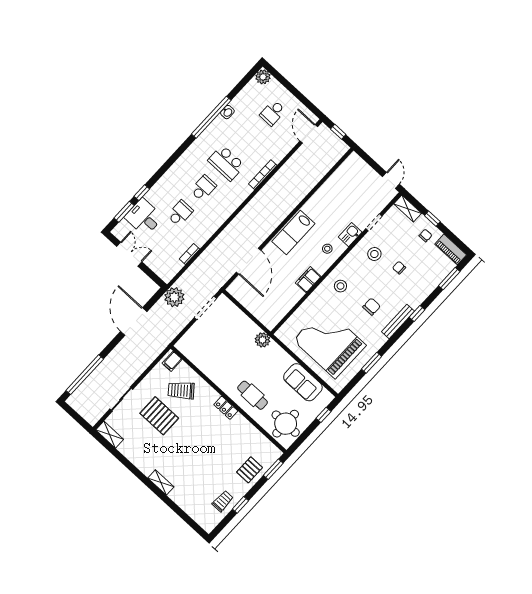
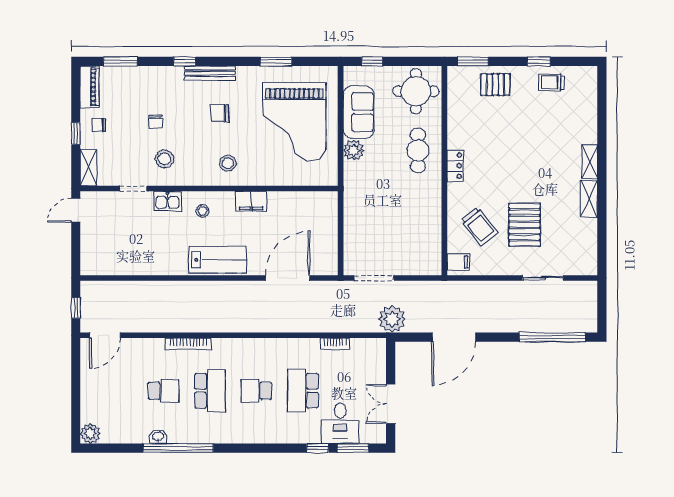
school desk: (273, 113) -> (164, 391), moved
school desk: (180, 213) -> (303, 391), width x1.85
plant: (262, 340) -> (354, 150), moved
shelving: (110, 435) -> (589, 199), moved

